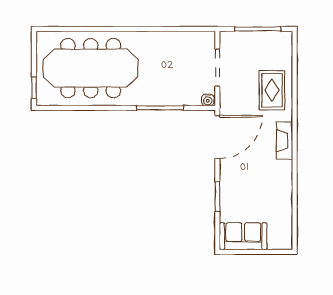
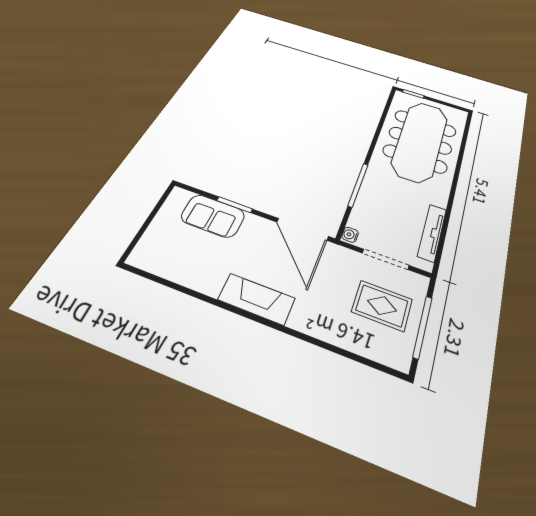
tv unit: (181, 38) -> (432, 233), added
rug: (272, 90) -> (382, 306), moved
fireplace: (284, 141) -> (256, 299), width x1.37, depth x1.32
sofa: (243, 236) -> (213, 216), moved, turned 90

